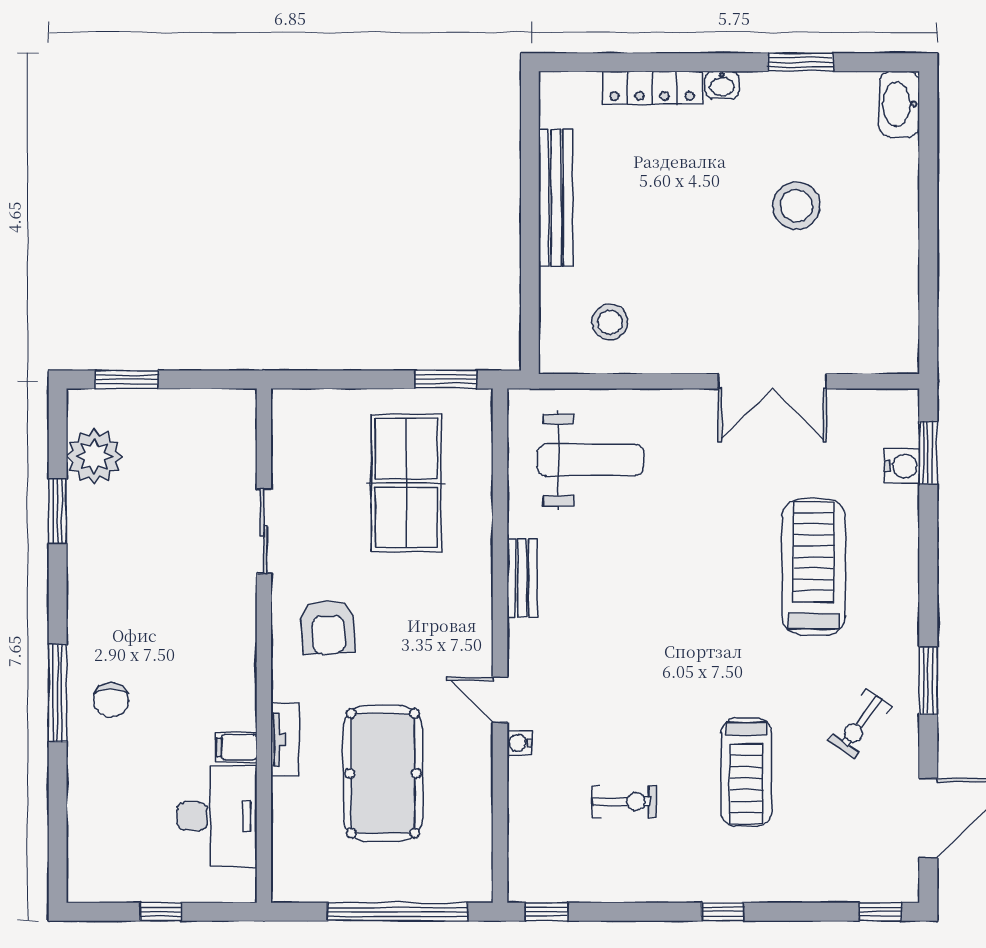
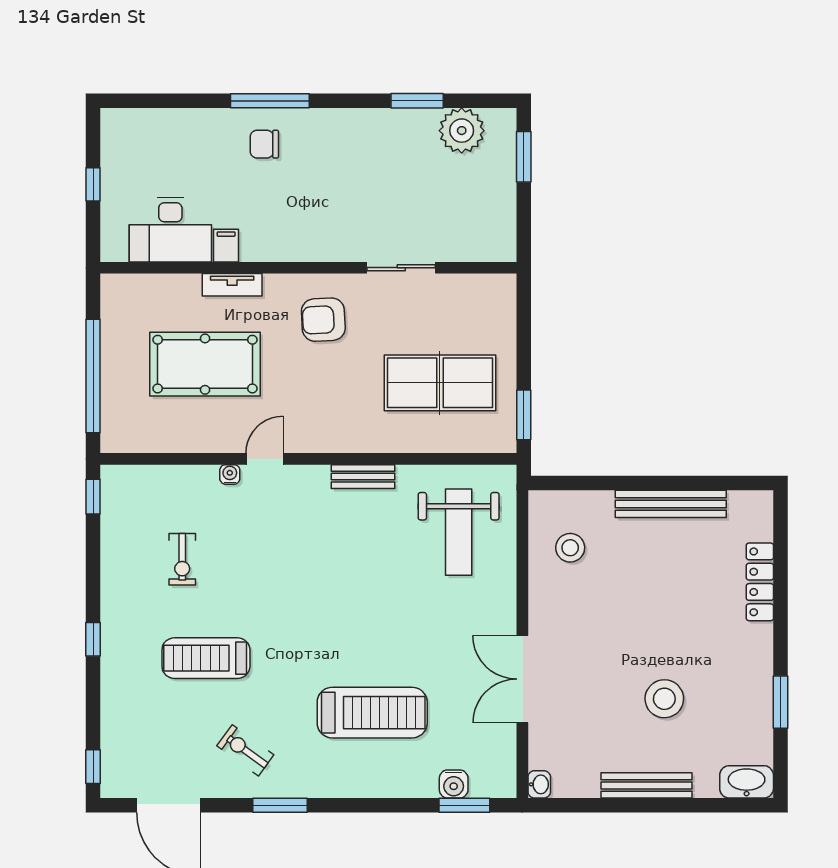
washbasin: (722, 85) -> (539, 784), moved, turned 180
bench: (904, 228) -> (647, 785), added

